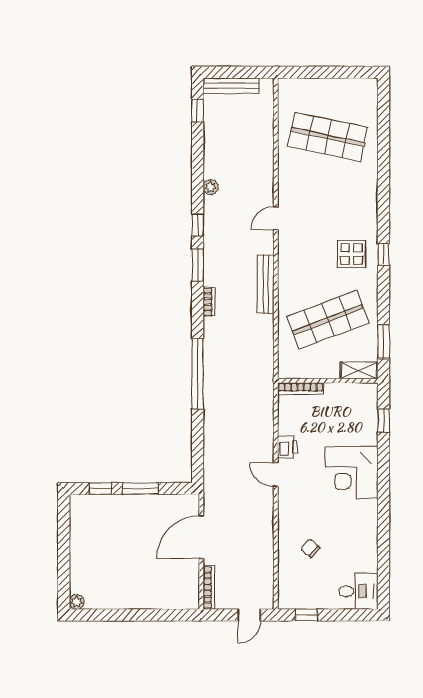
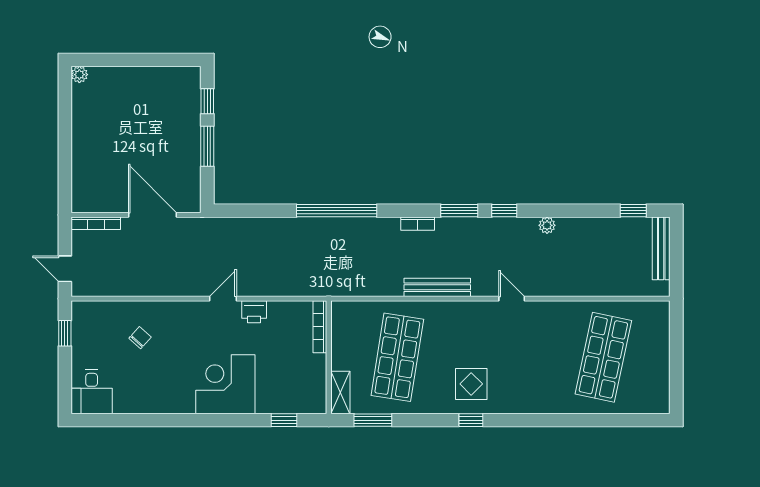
shop shelf: (328, 320) -> (397, 357), turned 30

